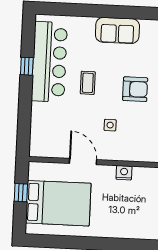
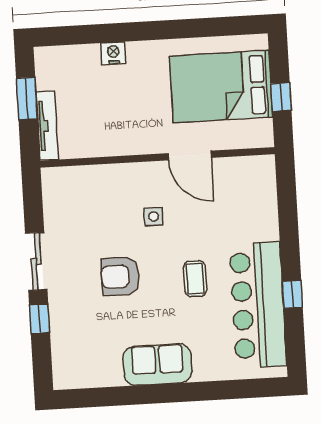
nightstand: (124, 173) -> (113, 53), moved, turned 180

